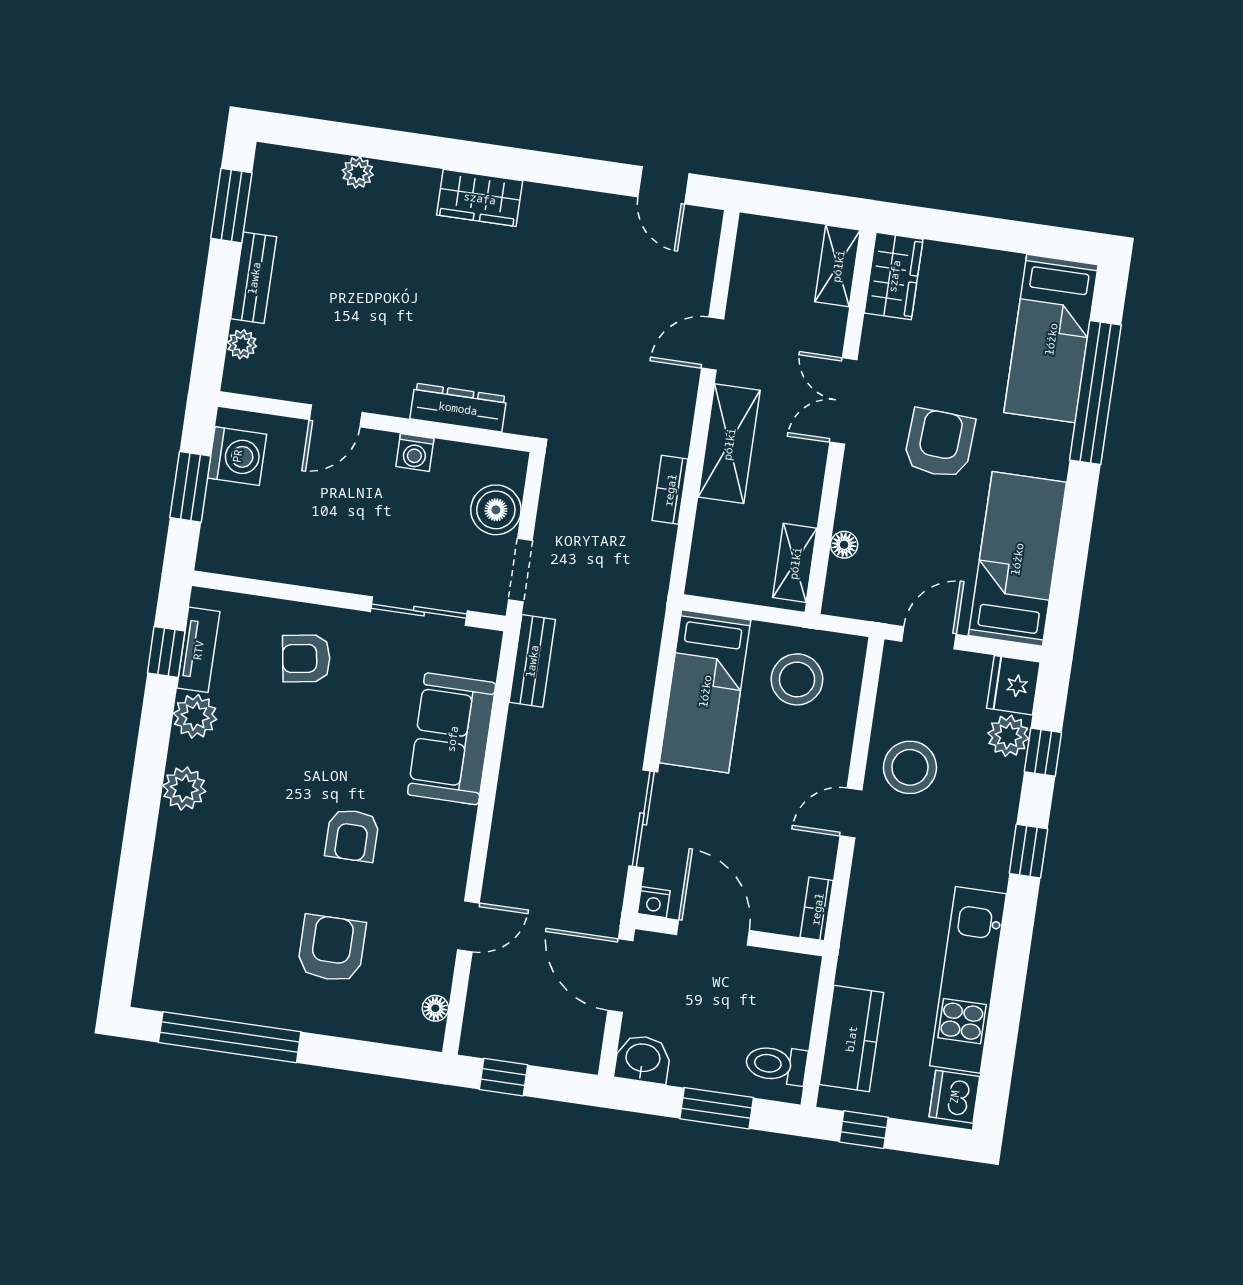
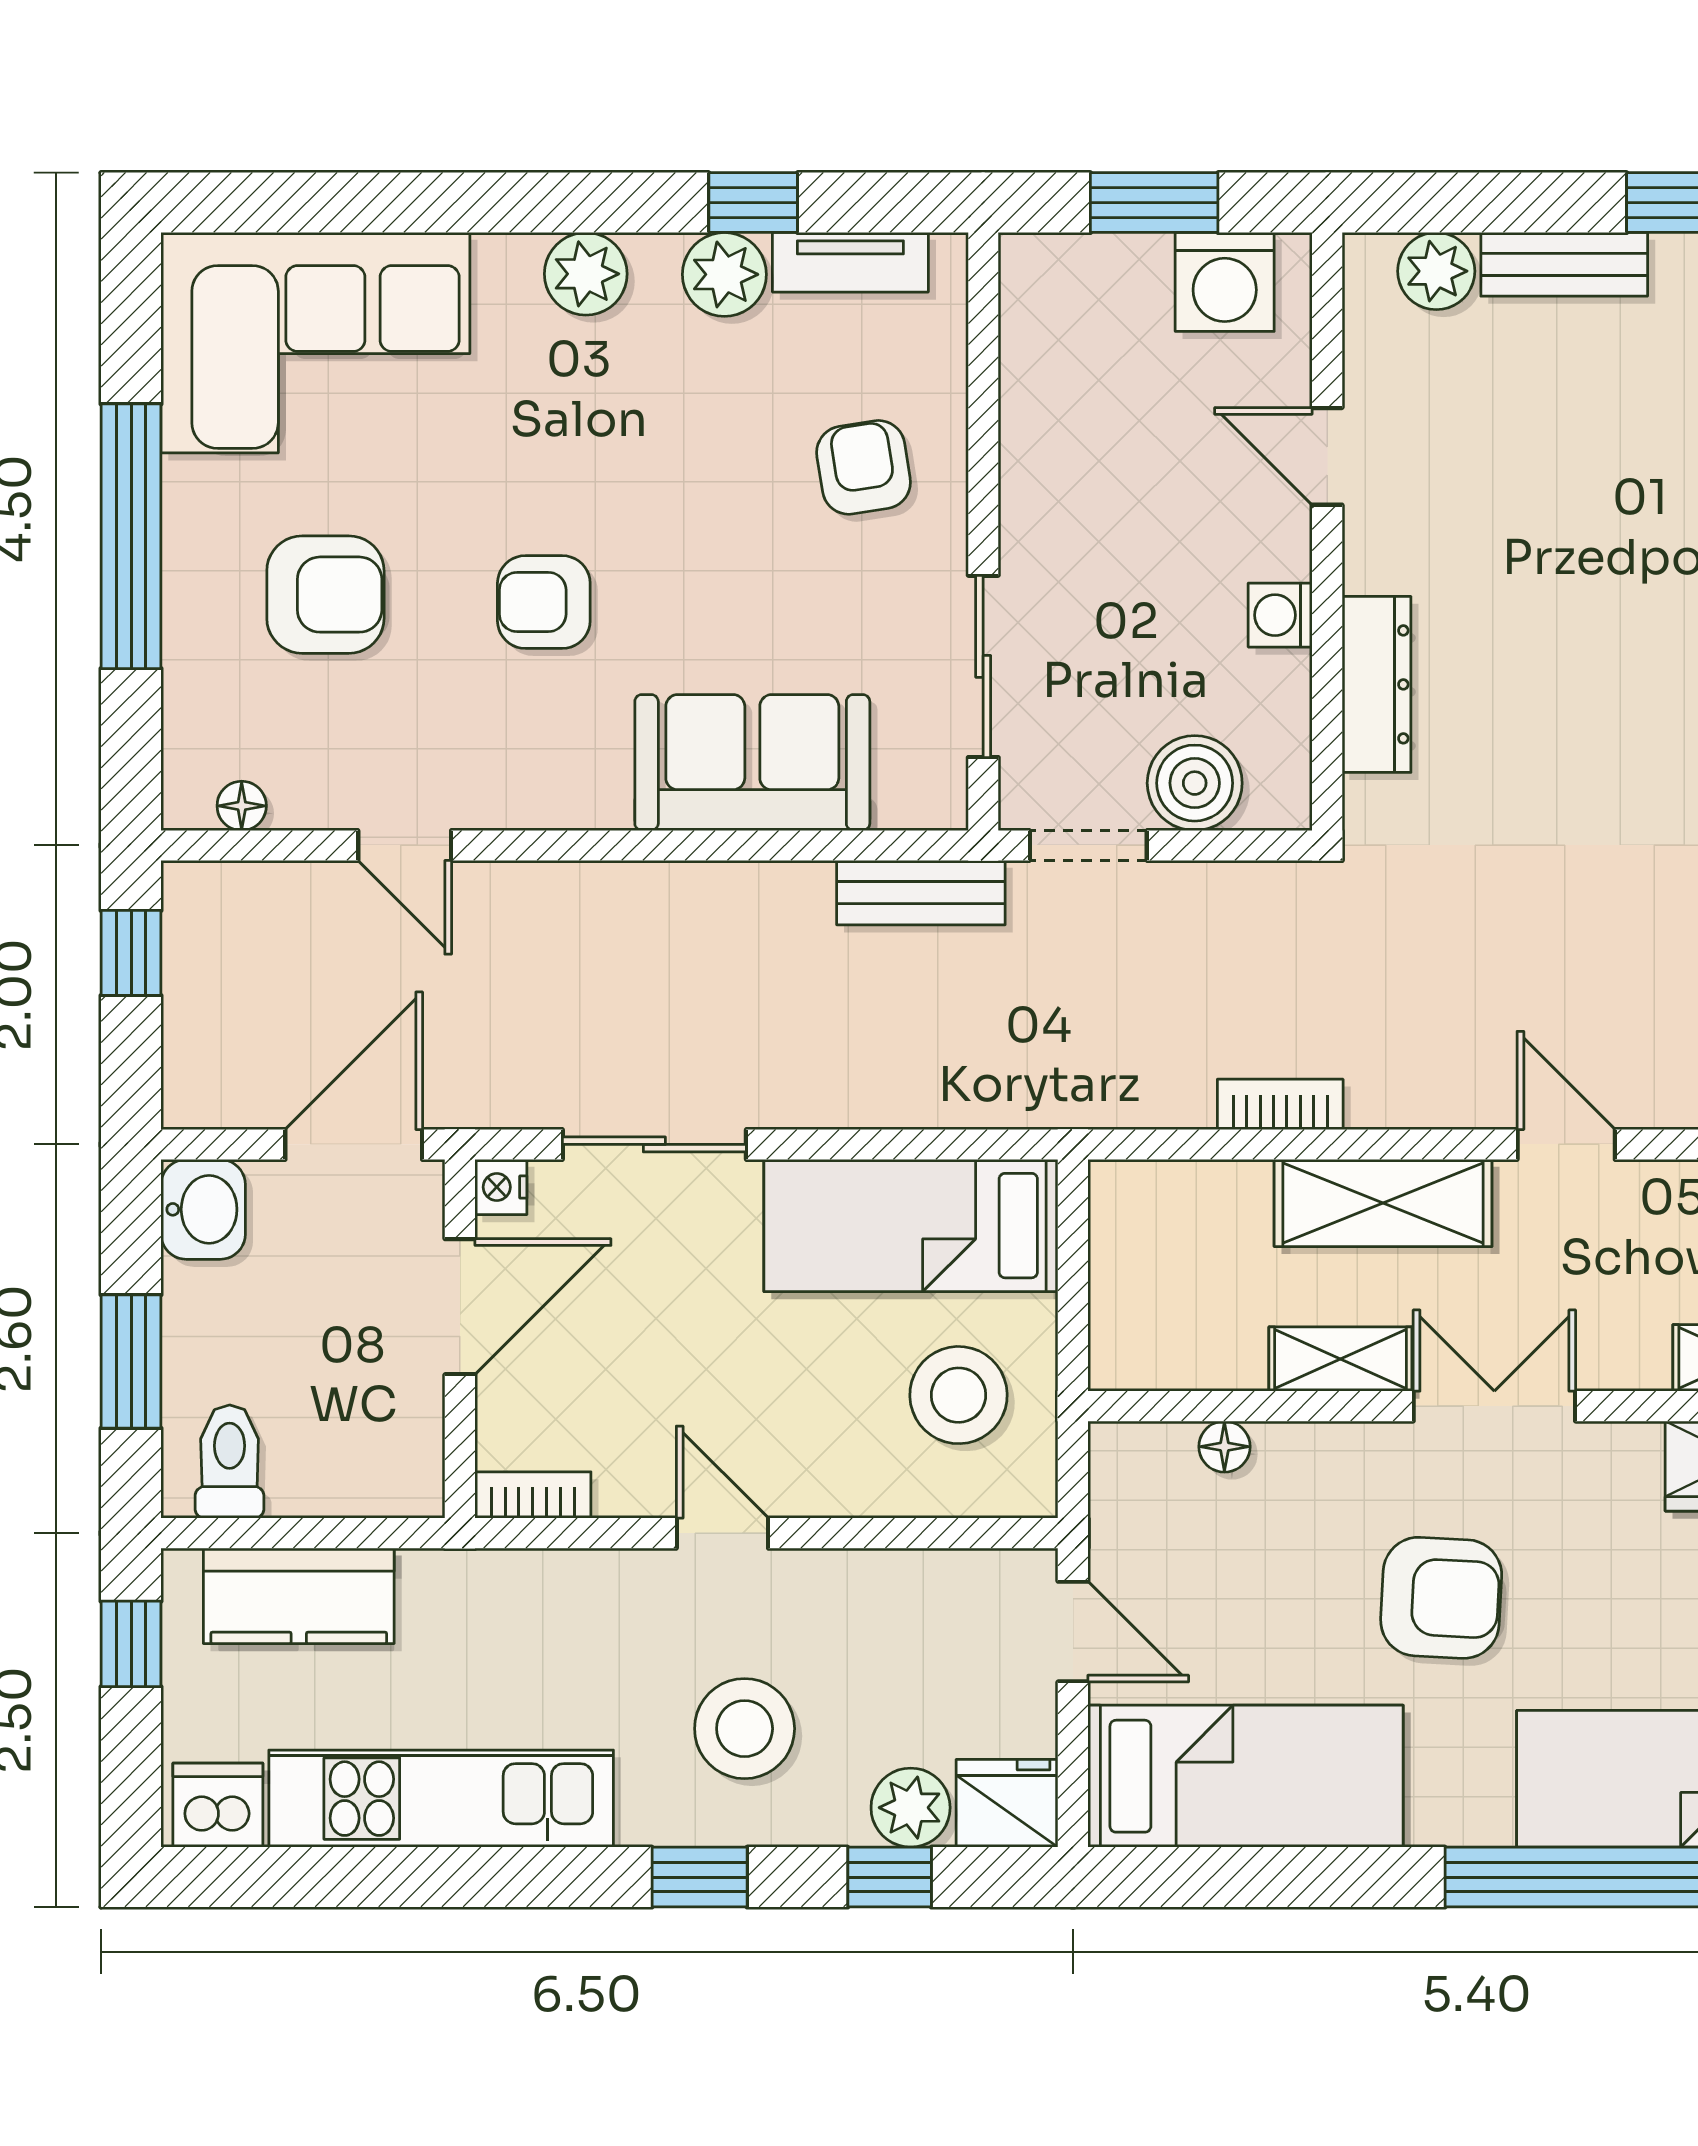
plant: (242, 344) -> (1436, 271), width x1.38, depth x1.38
shelving: (795, 563) -> (1340, 1359), moved
window: (166, 652) -> (753, 203), moved
stool: (910, 767) -> (745, 1729), moved
corner sofa: (200, 935) -> (315, 343), added
window: (230, 1037) -> (131, 536), moved

